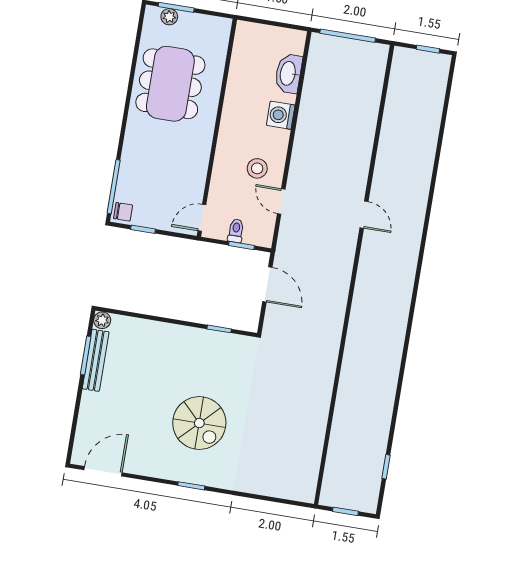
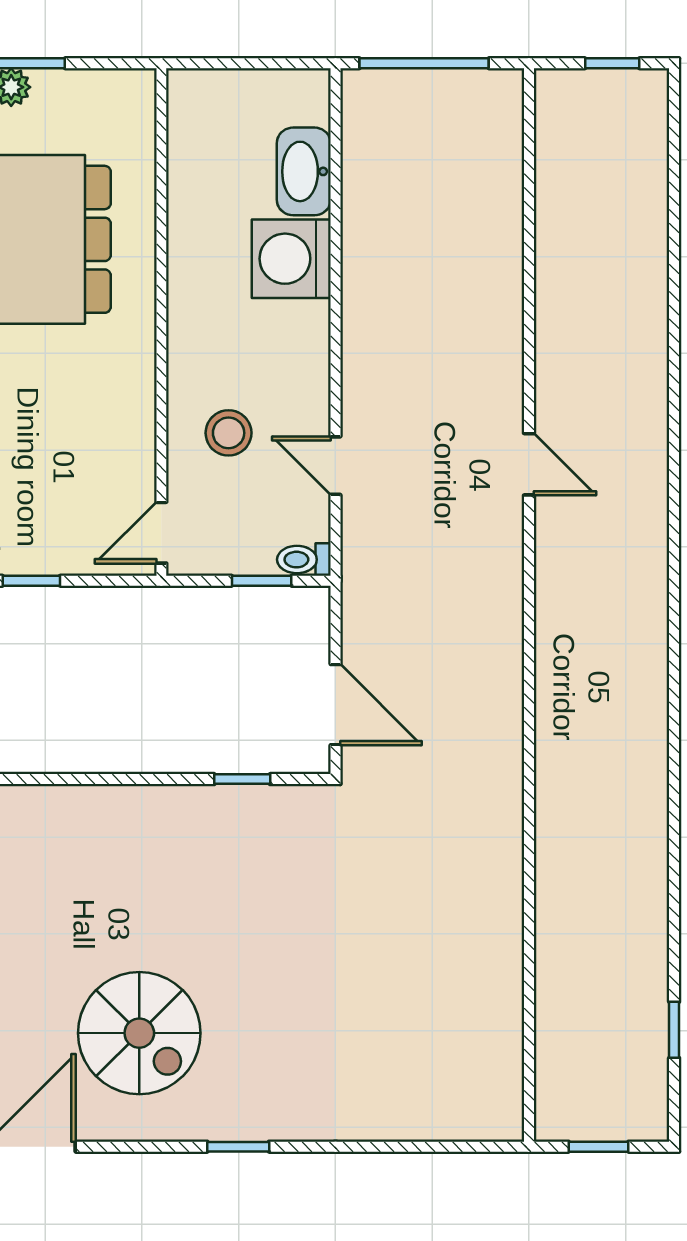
washing machine: (281, 115) -> (291, 259), width x1.37, depth x1.37
stool: (257, 168) -> (229, 433), moved
toilet: (236, 231) -> (304, 560), moved, turned -90
door: (267, 284) -> (335, 705), moved
spiral stairs: (199, 423) -> (139, 1033), moved

